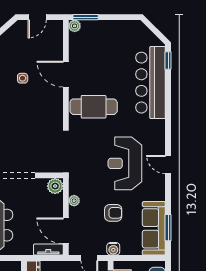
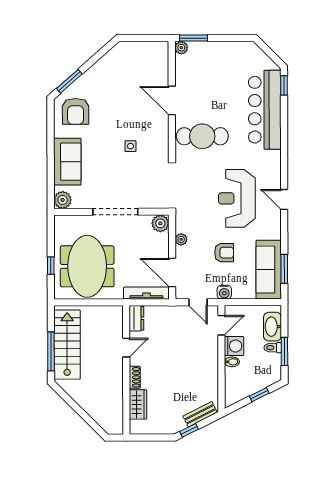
door: (37, 17) -> (140, 38), removed
side table: (23, 78) -> (131, 146), moved
tv unit: (48, 250) -> (146, 293), width x1.41

